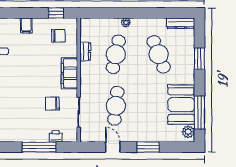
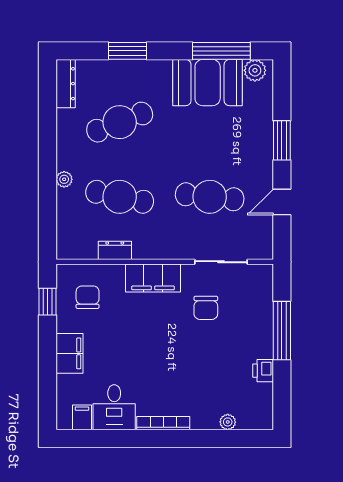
filing cabinet: (26, 26) -> (69, 353), width x2.00
printer: (56, 136) -> (263, 371), moved

